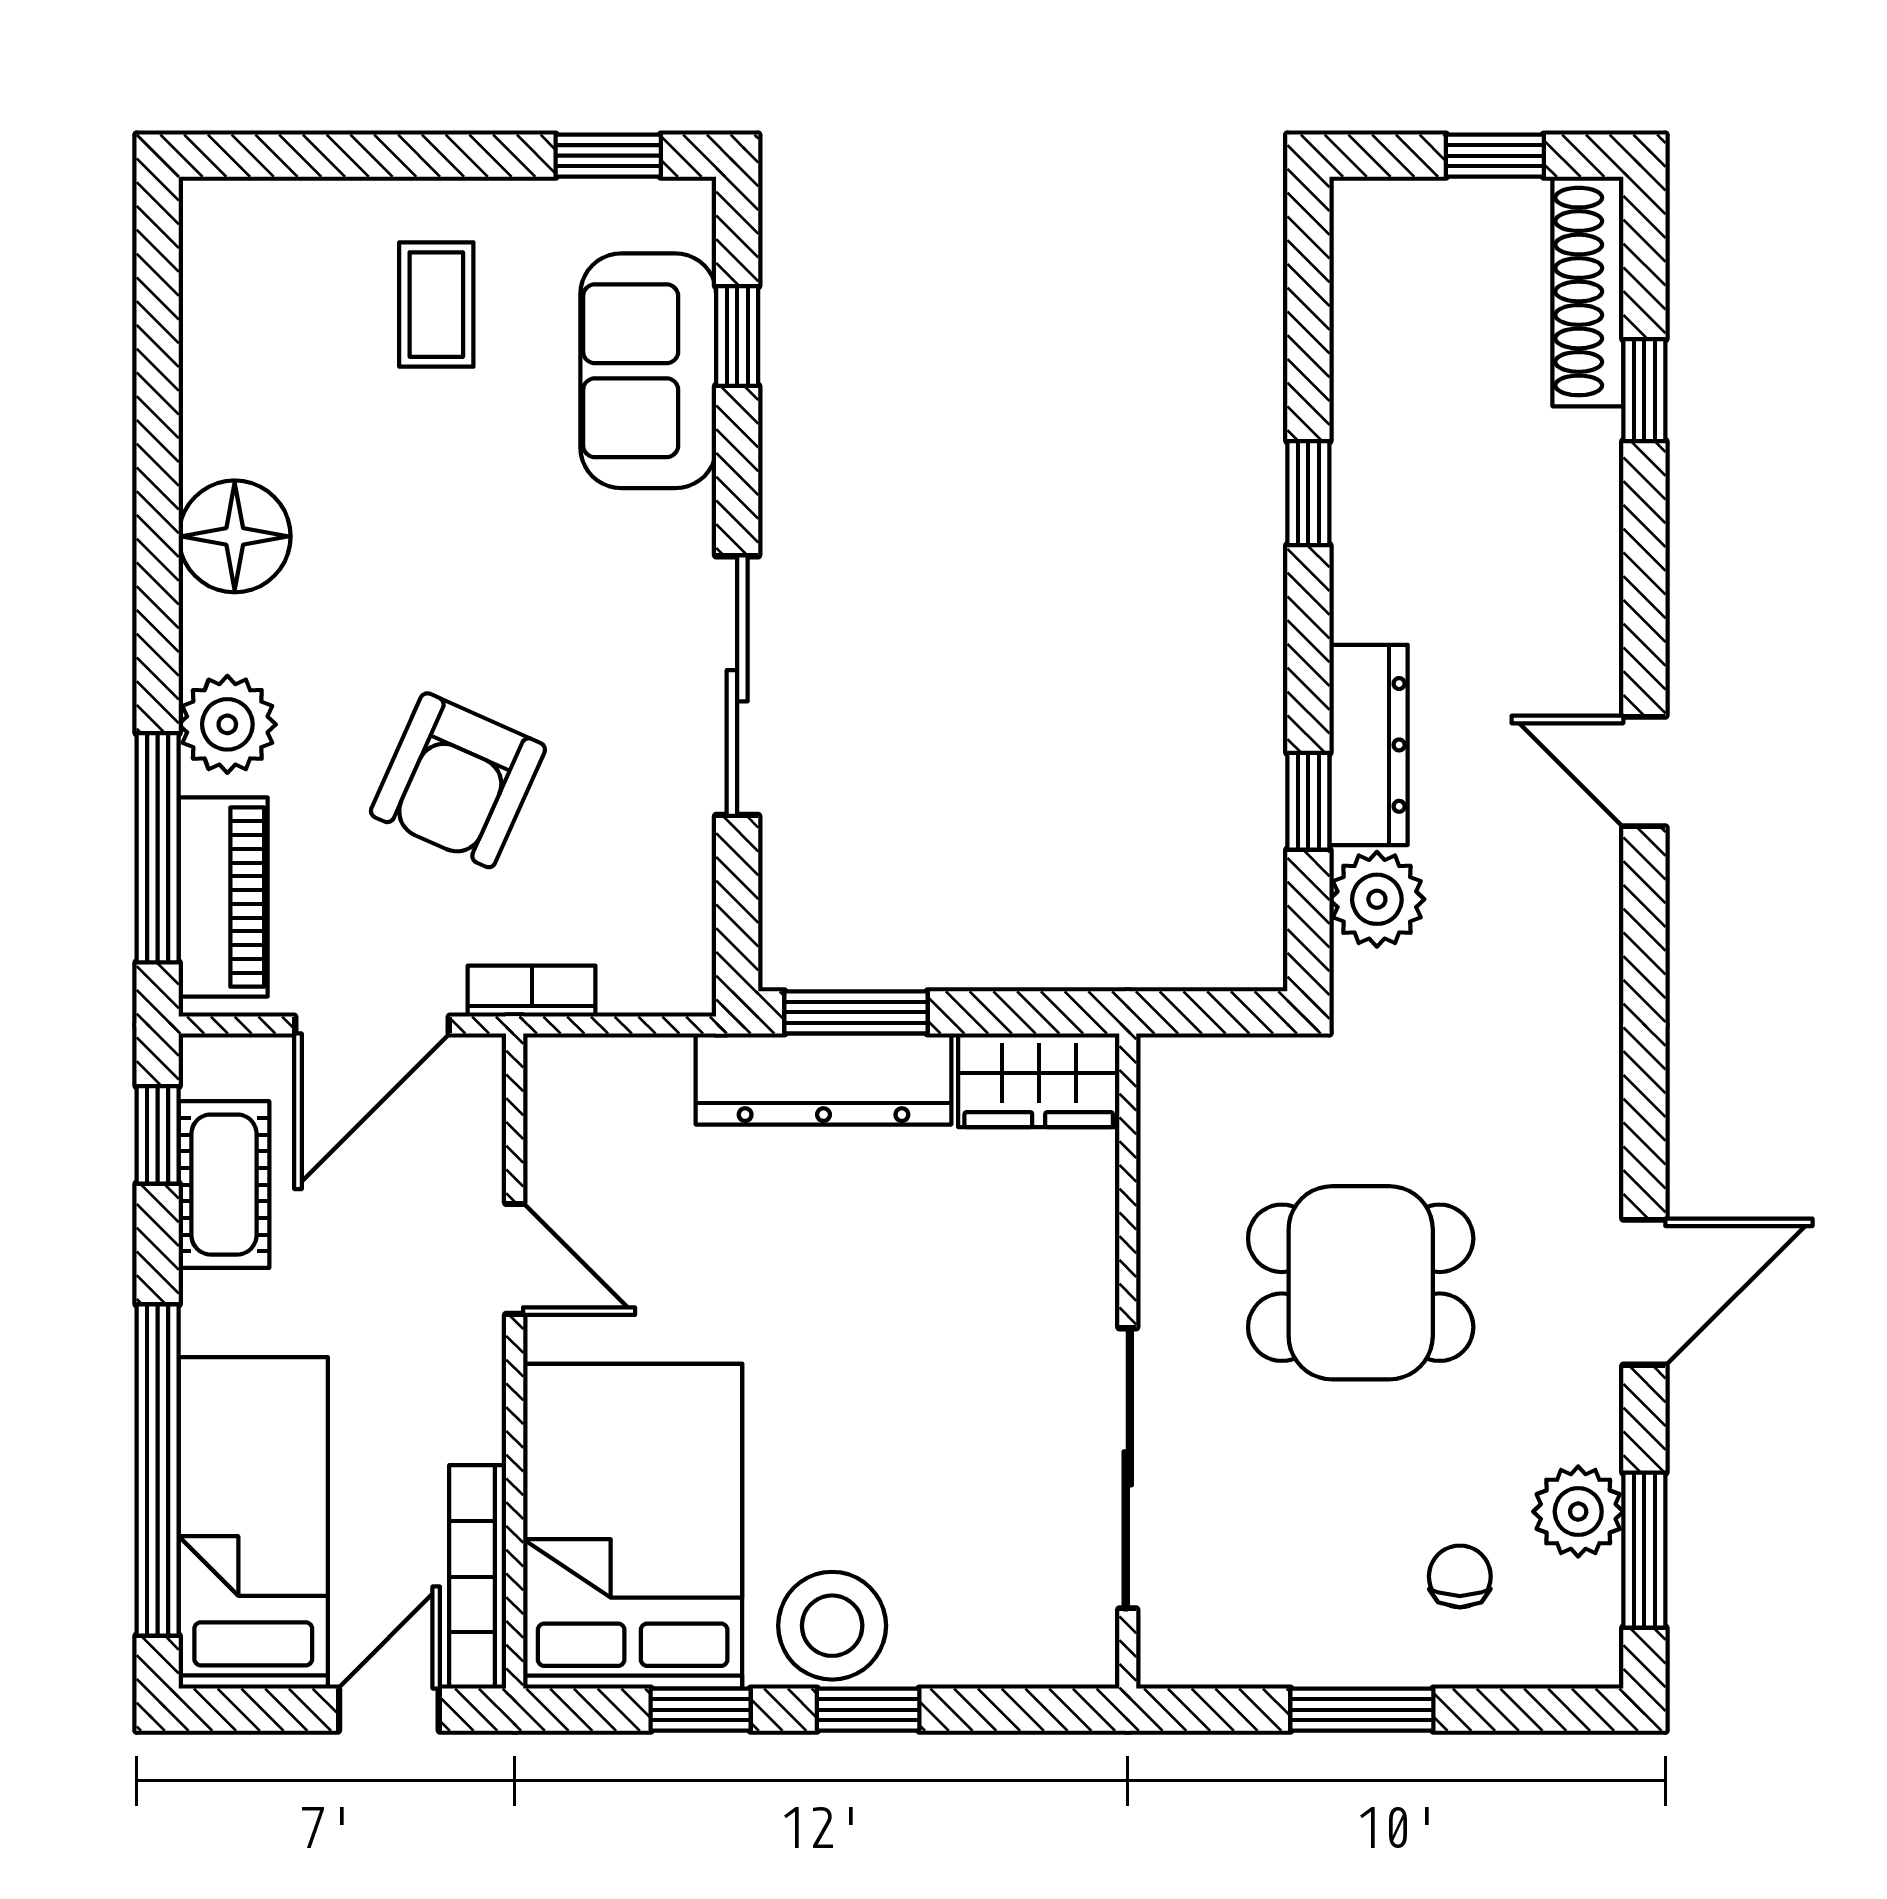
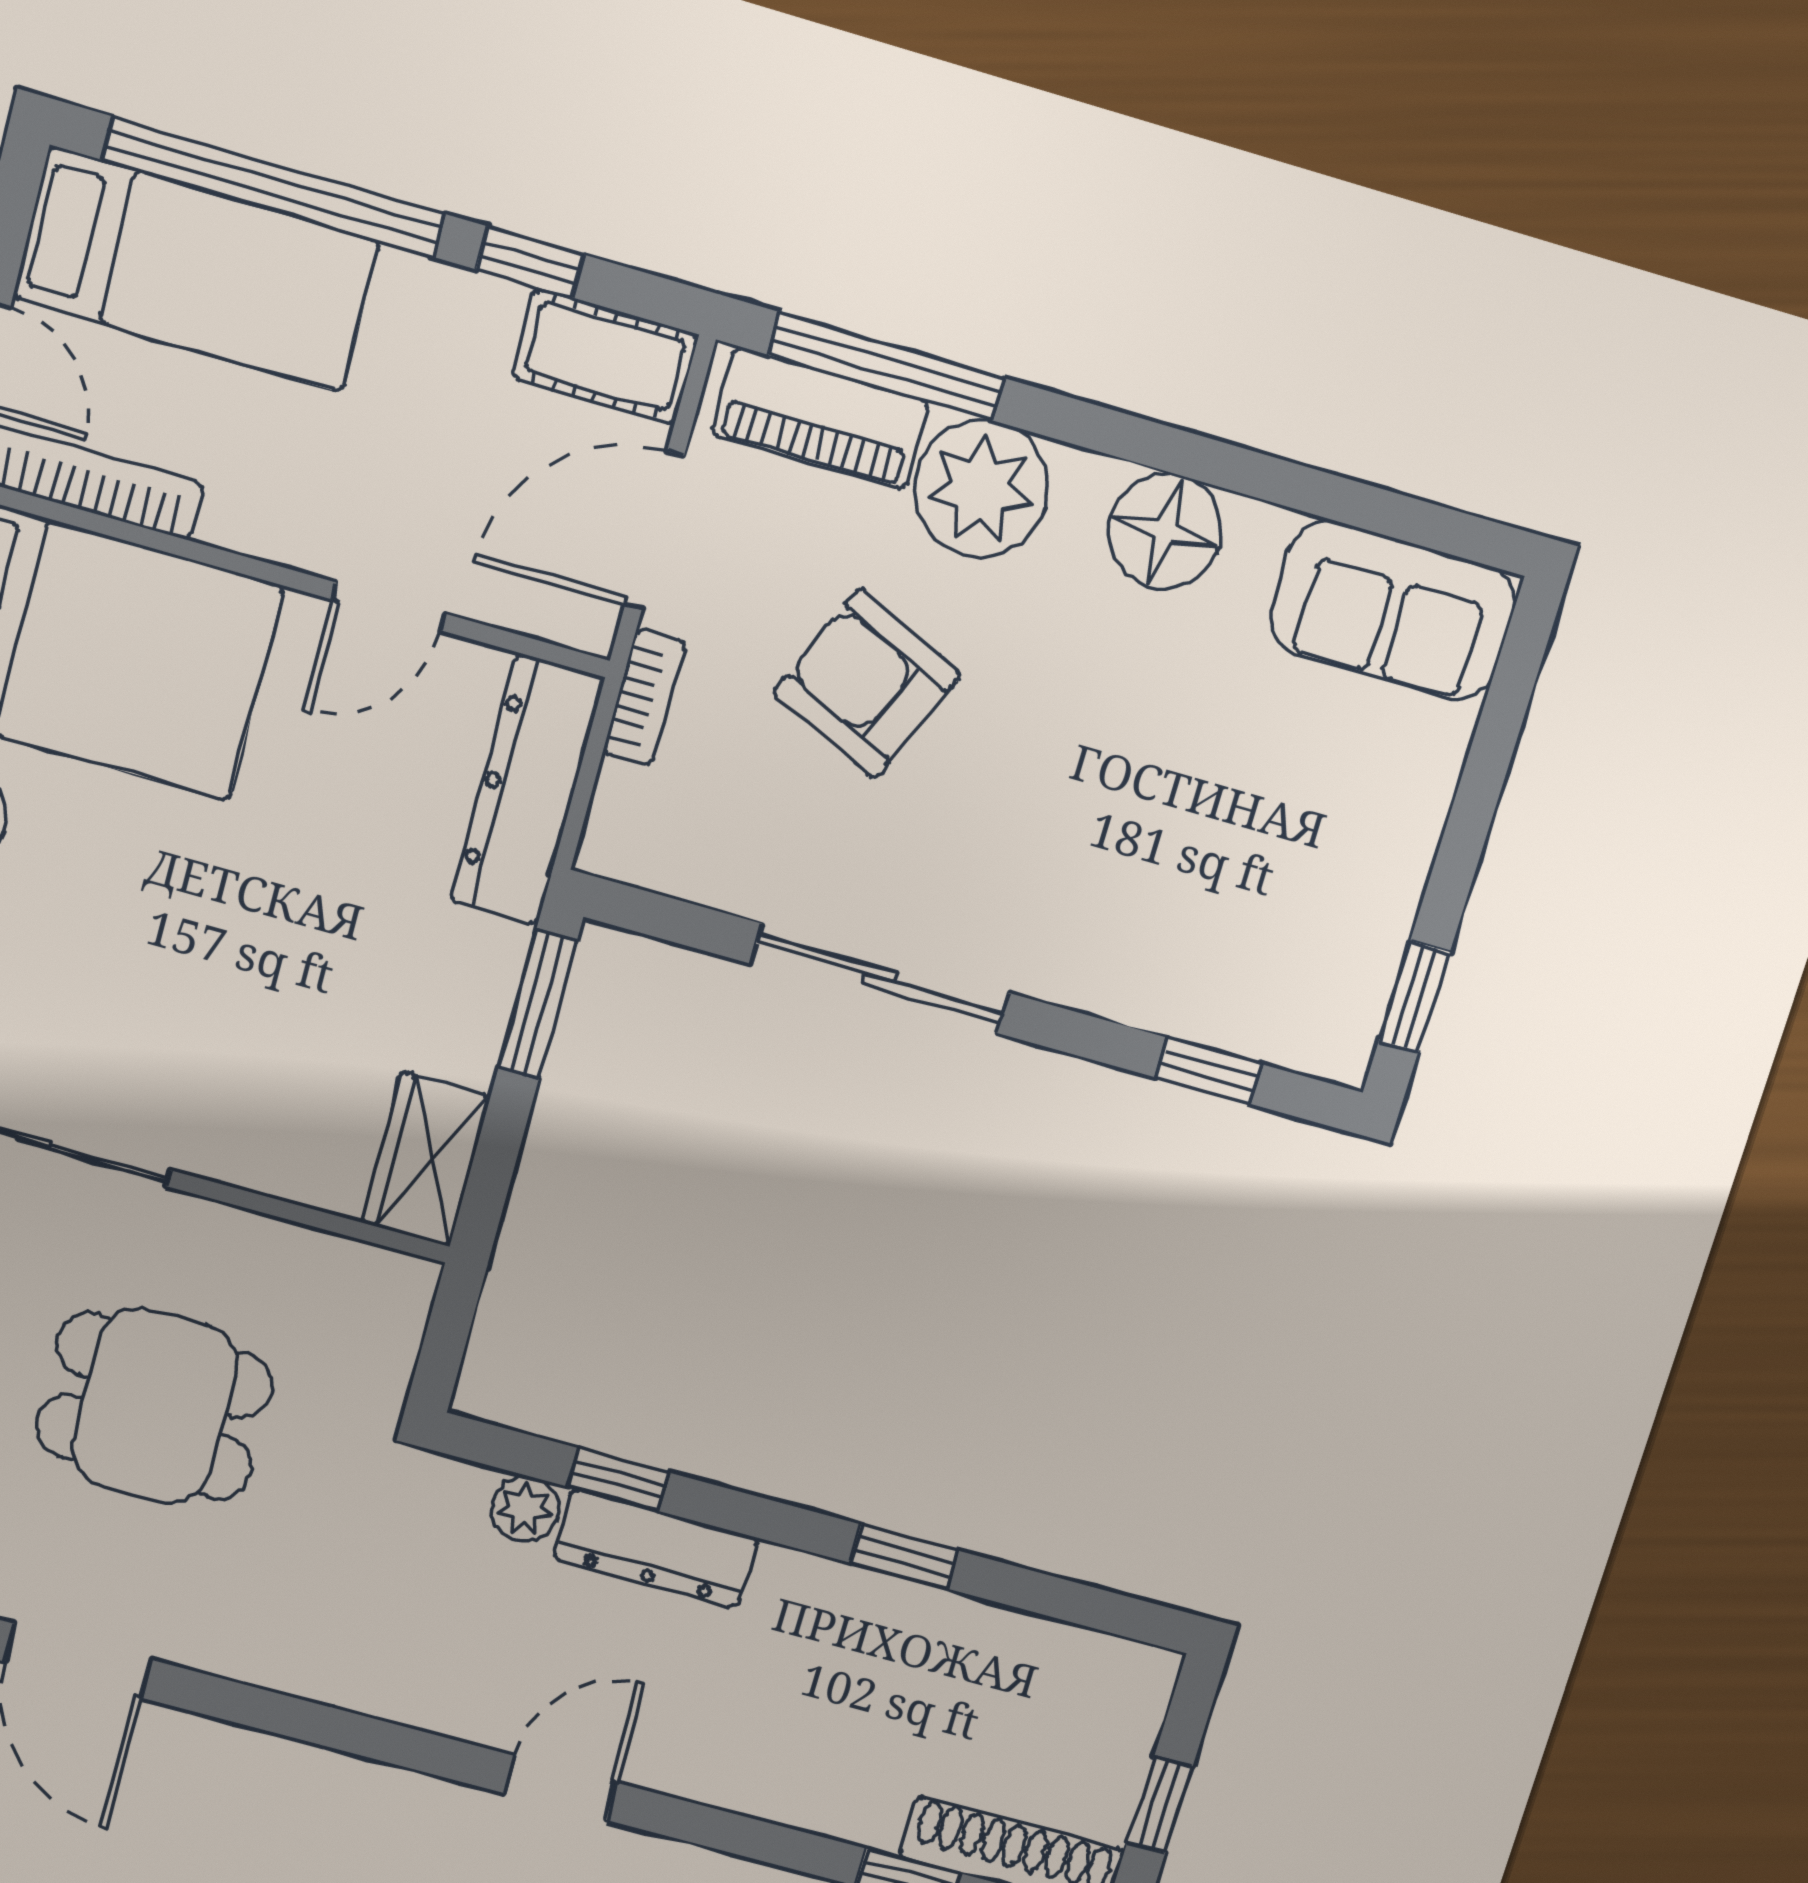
coffee table: (436, 305) -> (1326, 792), removed
sofa: (648, 371) -> (1393, 610), moved, turned 180
plant: (227, 724) -> (981, 489), width x1.36, depth x1.36
plant: (1377, 899) -> (525, 1509), width x0.73, depth x0.73
door: (372, 1025) -> (654, 531), hinge flipped
dresser: (823, 1079) -> (528, 790), moved
window: (158, 1135) -> (530, 262), moved
cot: (224, 1185) -> (605, 356), moved
dining table: (1361, 1283) -> (155, 1406), turned 90

